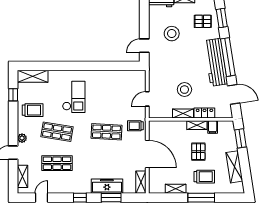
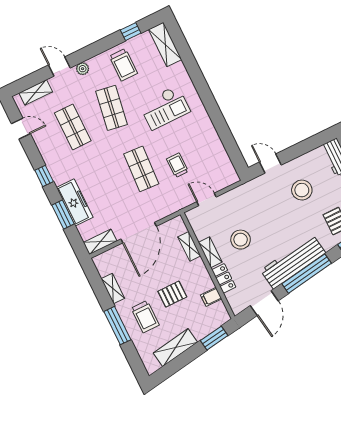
shelving: (197, 125) -> (189, 246), moved
trolley: (135, 126) -> (177, 165), moved

